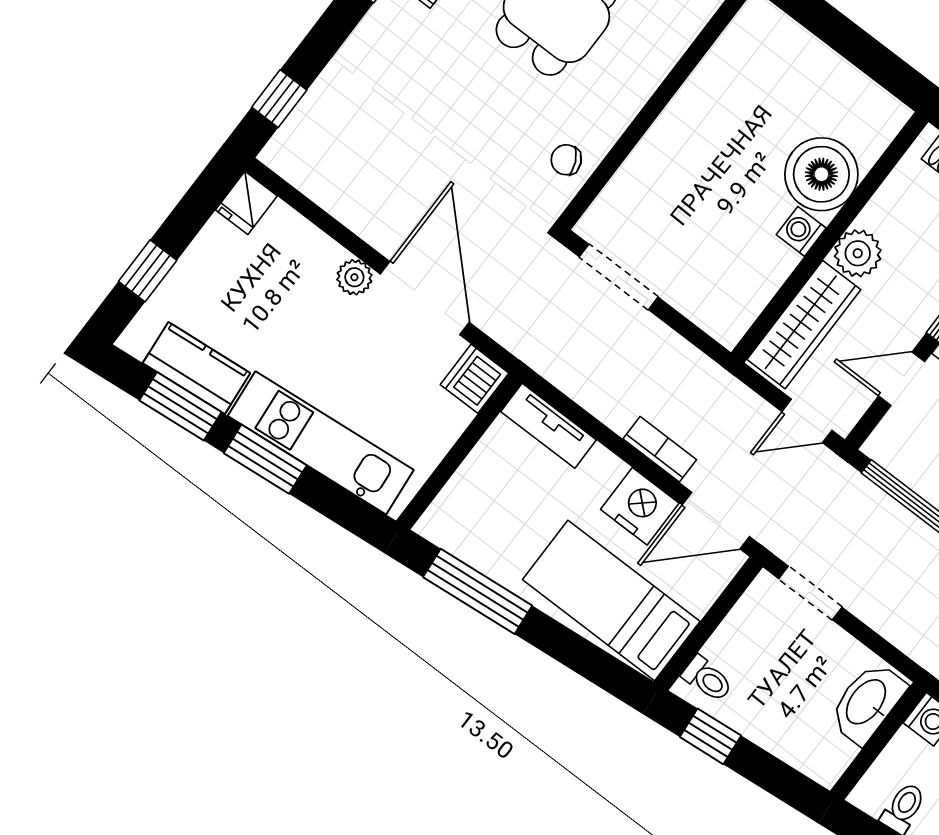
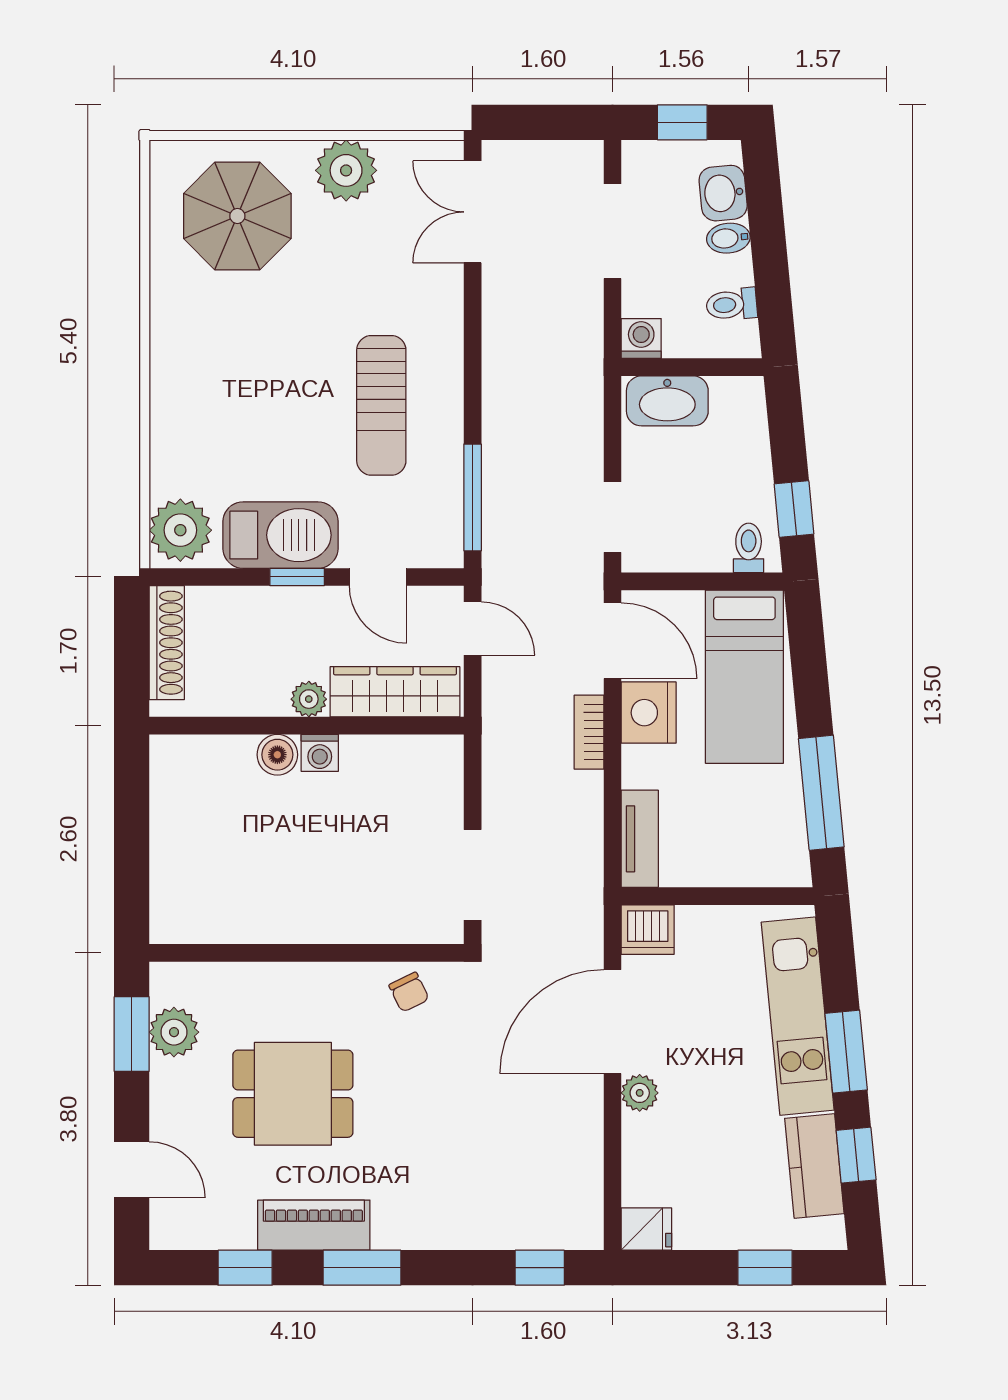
boiler: (821, 174) -> (277, 755), width x0.54, depth x0.54
plant: (858, 253) -> (309, 699), width x0.73, depth x0.73
window: (180, 406) -> (856, 1155), width x0.67

